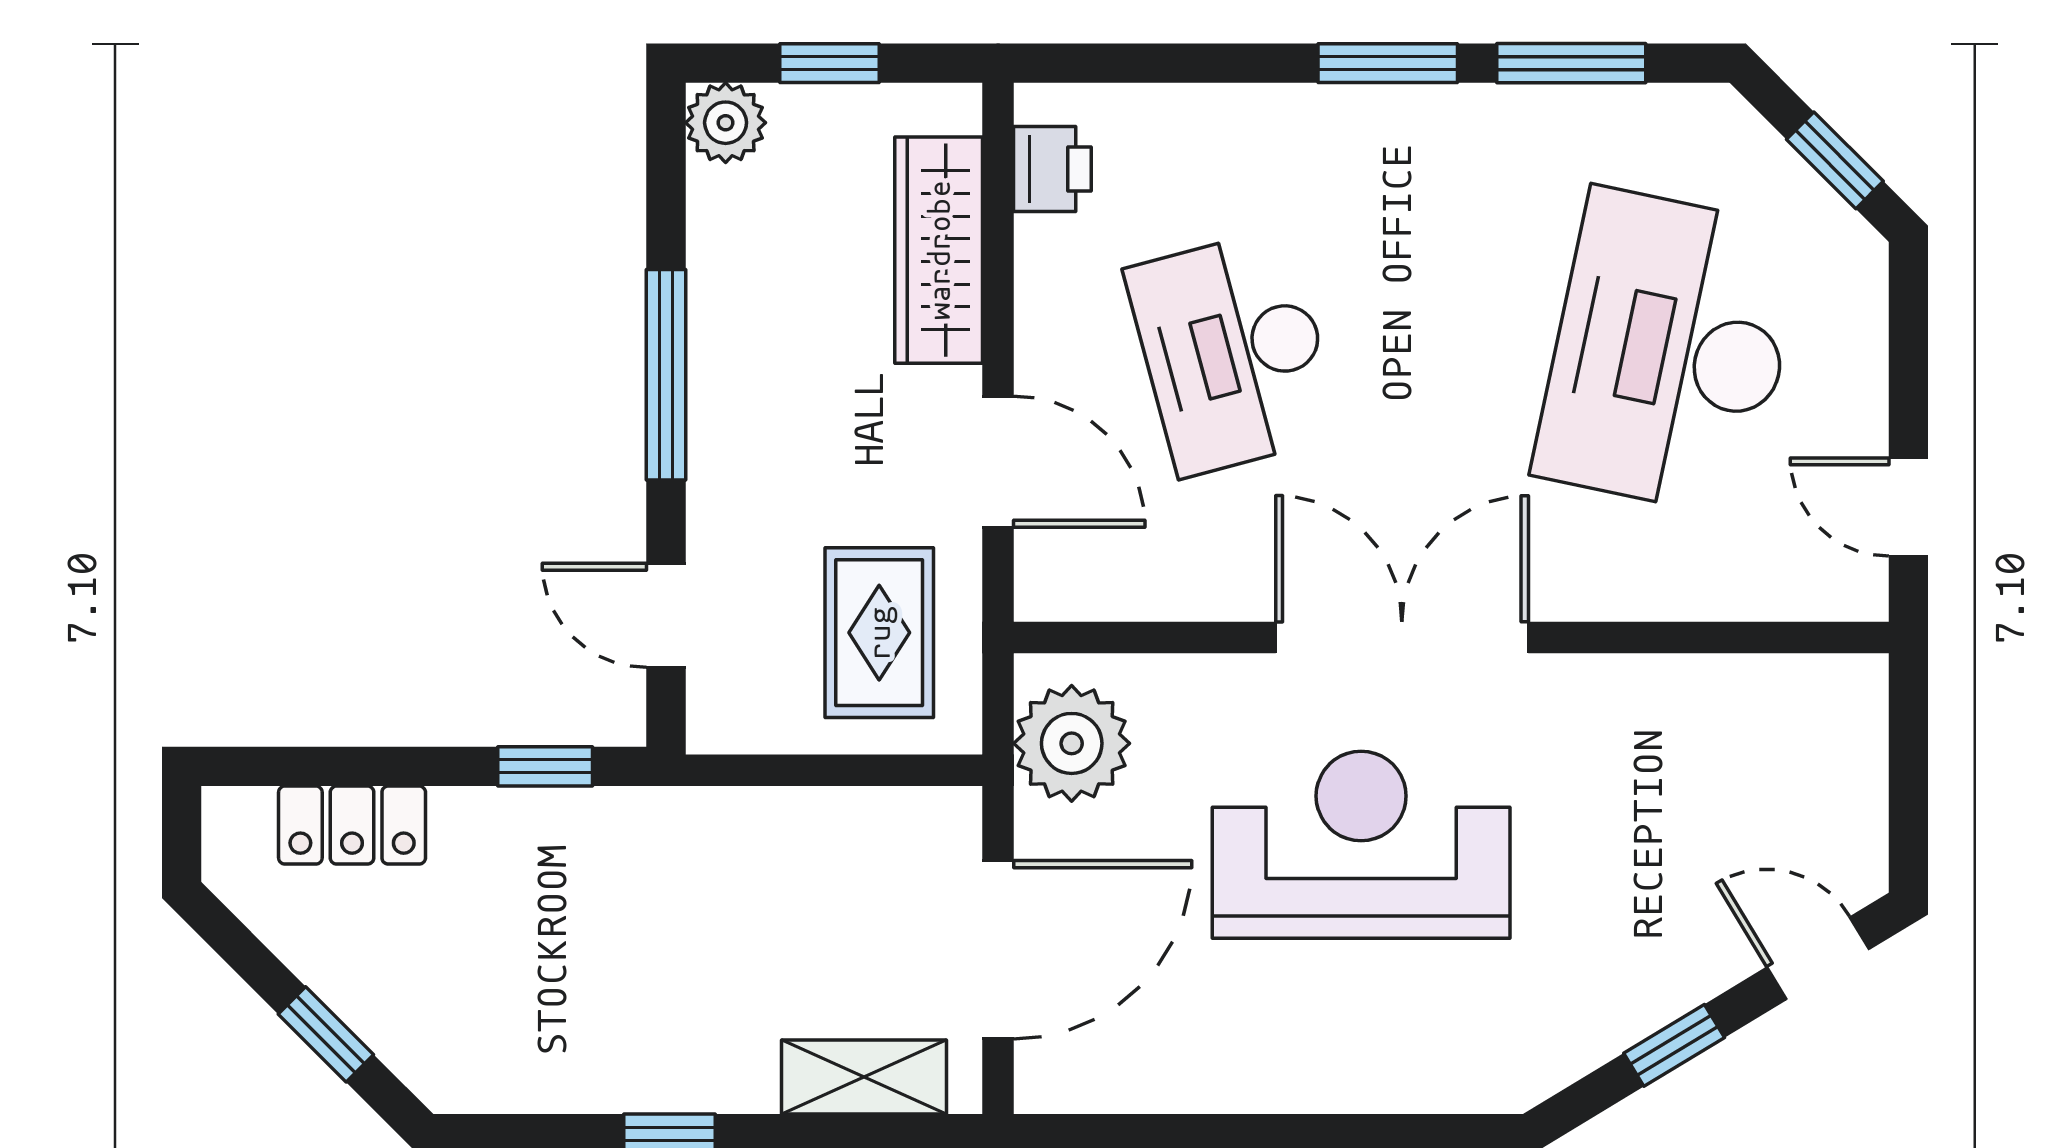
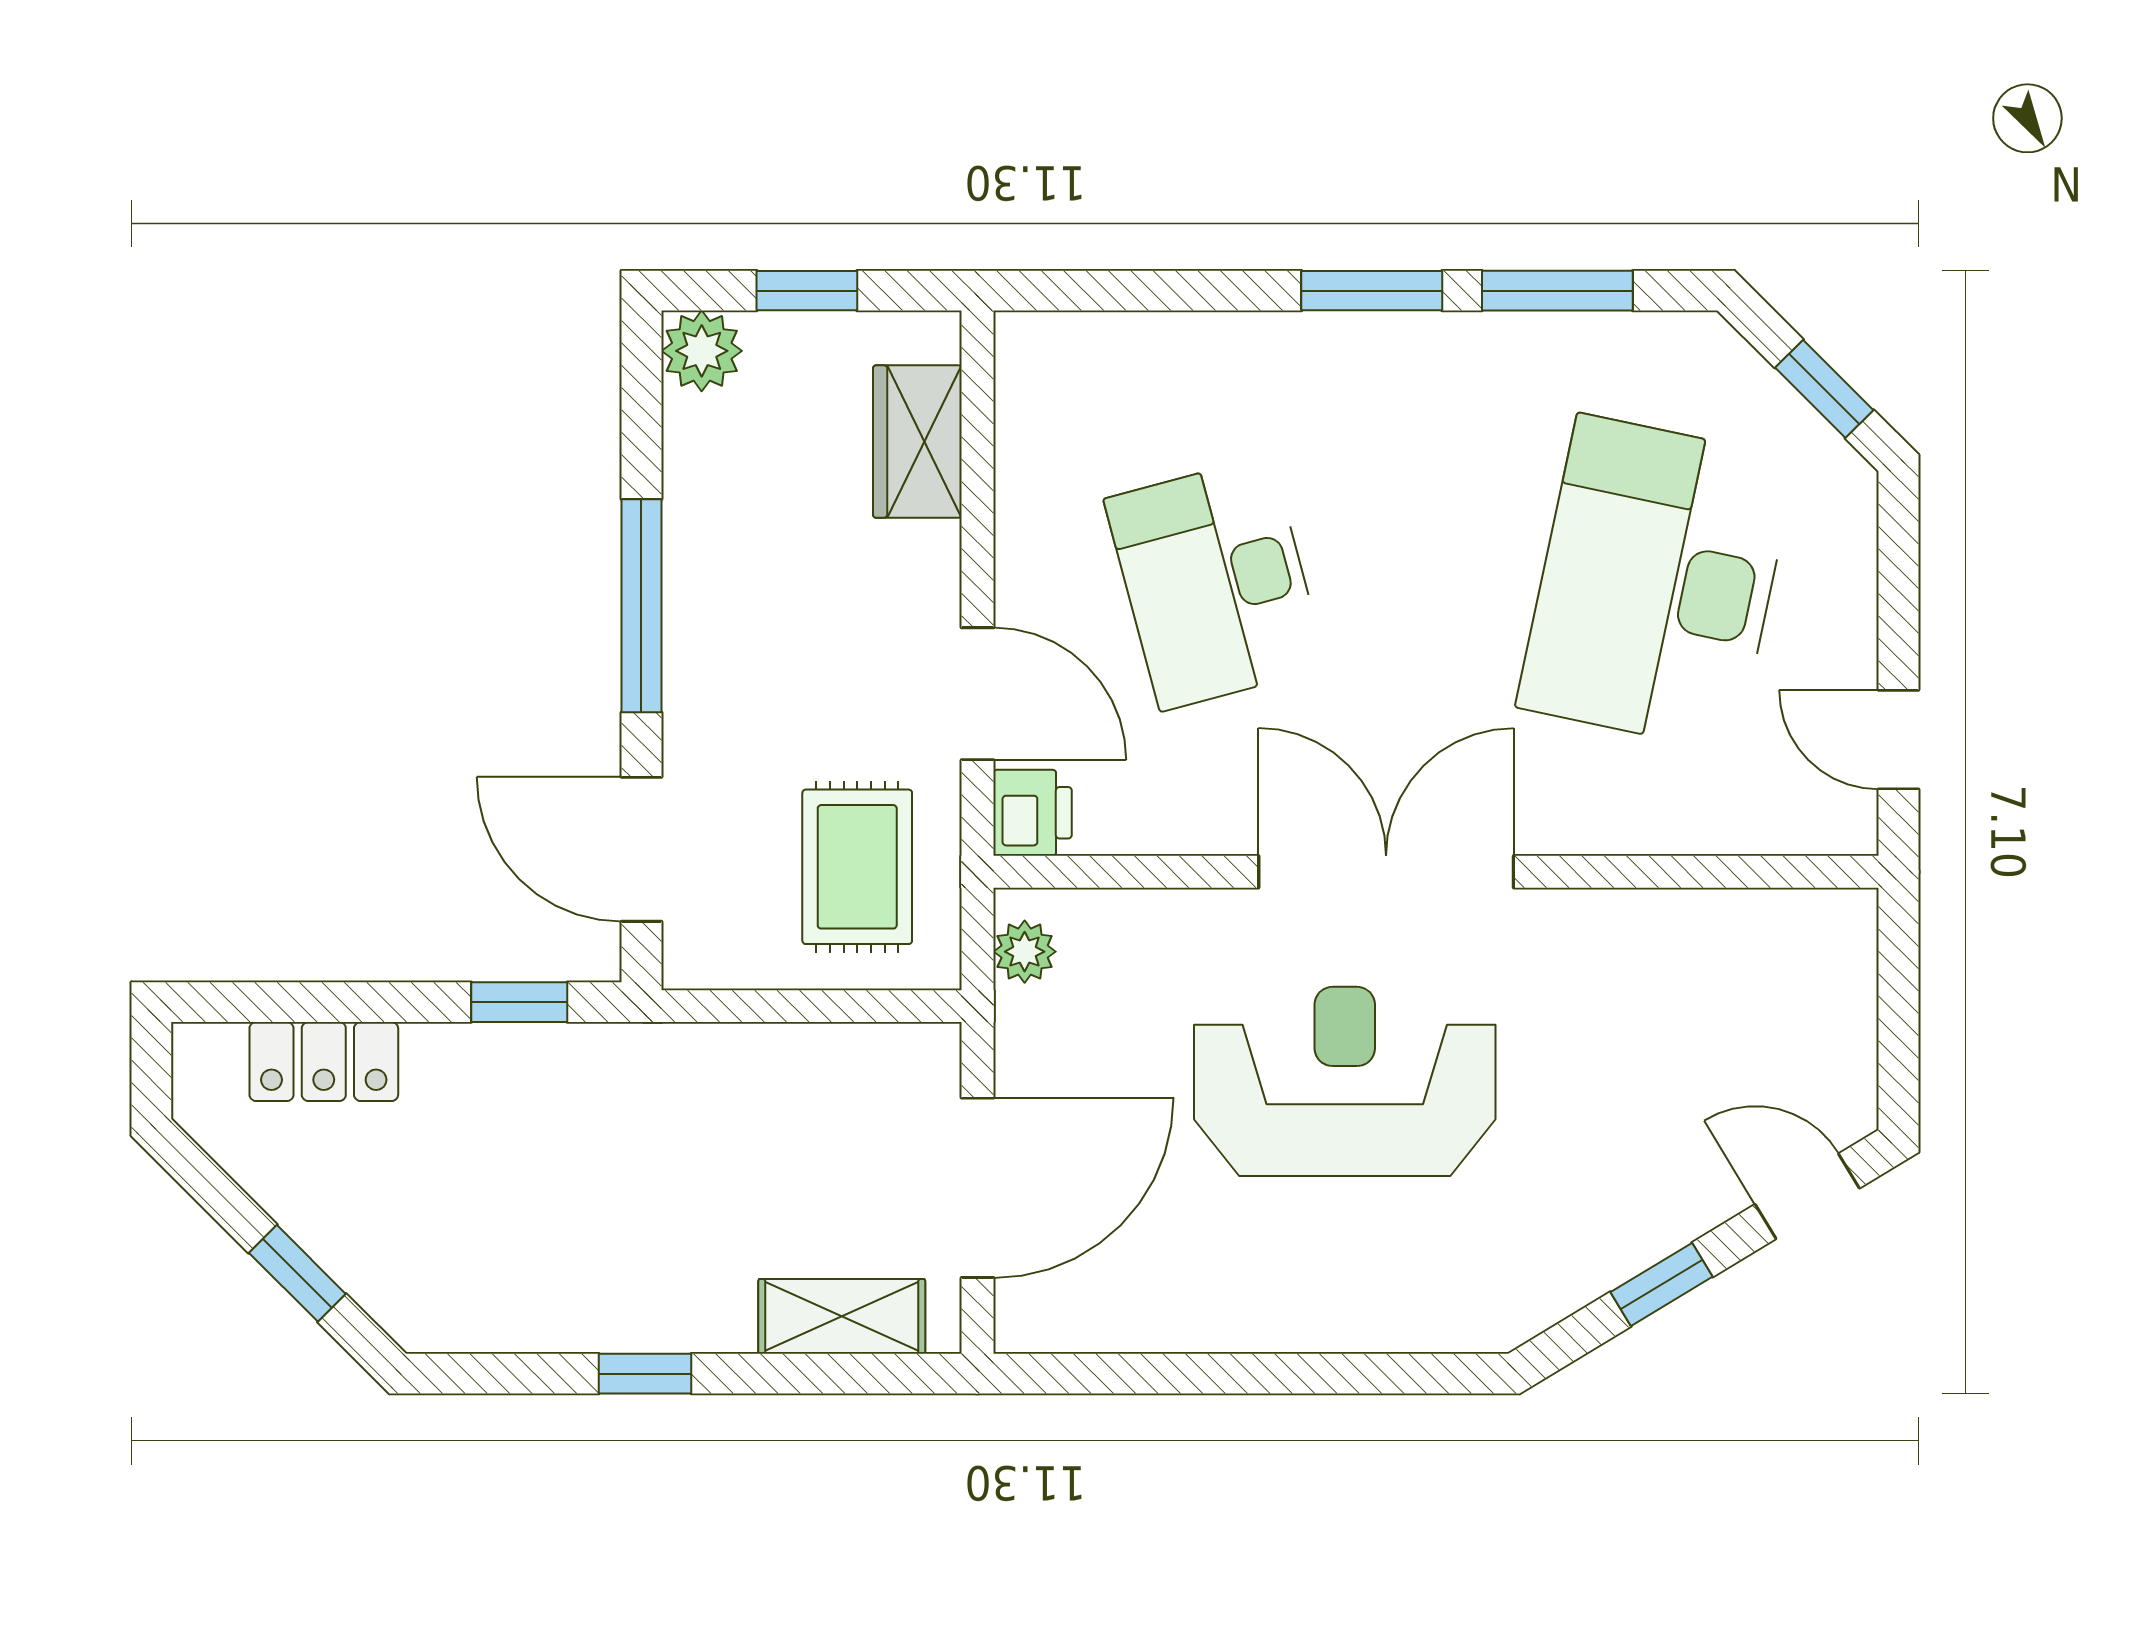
printer: (1052, 169) -> (1032, 813), moved
wardrobe: (939, 250) -> (917, 442), width x0.67
door: (666, 615) -> (641, 849), width x1.38
plant: (1072, 743) -> (1025, 952), width x0.53, depth x0.53

